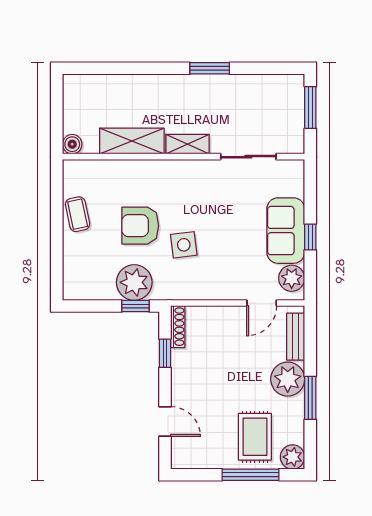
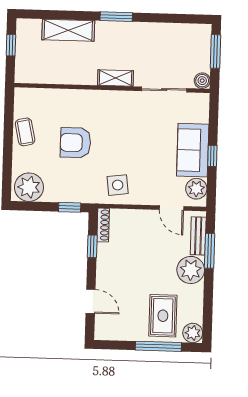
window: (210, 68) -> (116, 17), moved
window: (57, 107) -> (11, 45), added
shelving: (132, 141) -> (68, 30), moved
boiler: (72, 144) -> (202, 81), moved
side table: (184, 245) -> (118, 185), moved
plant: (134, 282) -> (29, 187), moved
door: (262, 303) -> (171, 208), hinge flipped
window: (310, 398) -> (210, 251), moved

